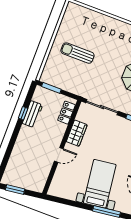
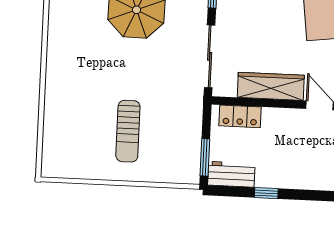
workbench: (32, 114) -> (231, 174), moved
wardrobe: (77, 133) -> (271, 86), width x1.50

